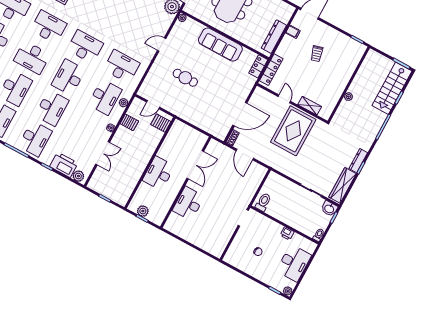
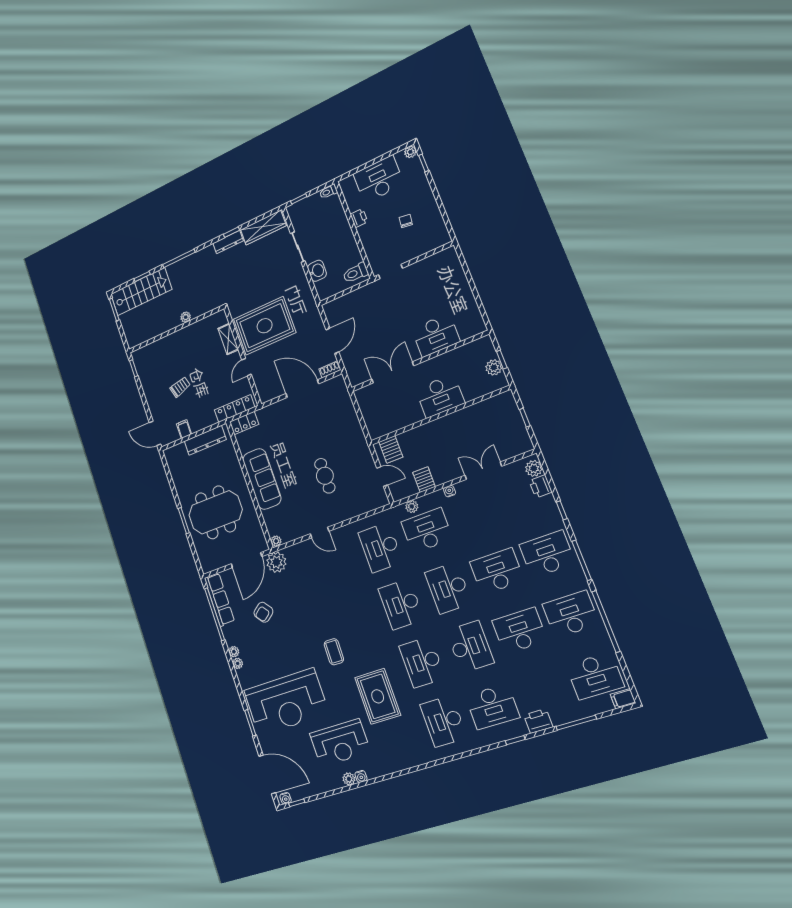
desk: (68, 77) -> (448, 588), turned 90
printer: (64, 165) -> (540, 486), width x0.53, depth x0.68
washbasin: (329, 209) -> (317, 271), moved

